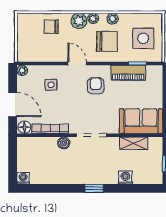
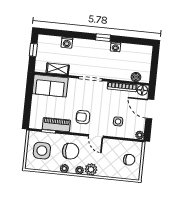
chair: (51, 27) -> (129, 160), moved
chair: (107, 41) -> (71, 151), turned 180
armchair: (96, 86) -> (83, 117), turned 90
boiler: (64, 143) -> (136, 77), moved
washing machine: (23, 178) -> (115, 47), moved
window: (94, 188) -> (103, 38), moved

